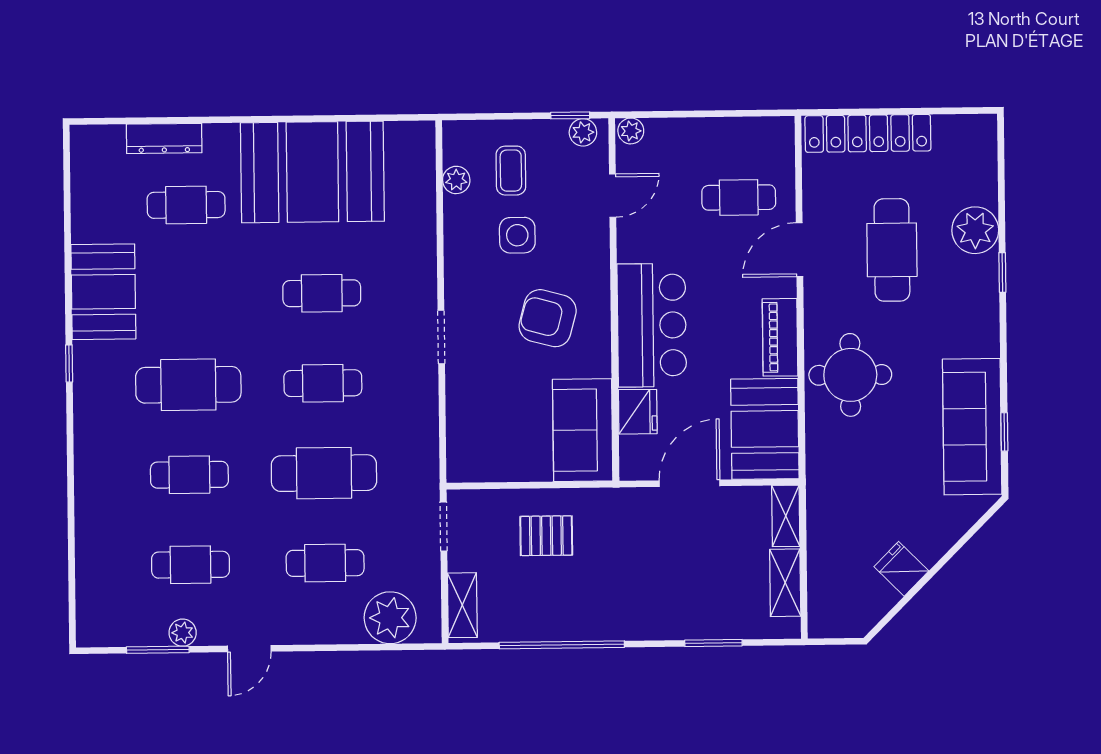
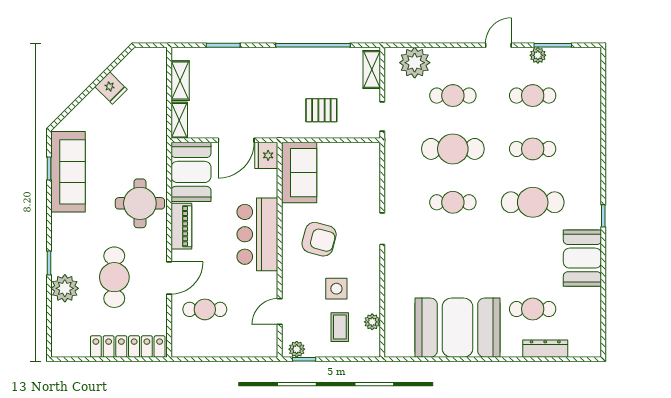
plant: (631, 131) -> (268, 350), removed
cafe table: (322, 293) -> (453, 256), removed
fridge: (638, 412) -> (266, 155), moved

